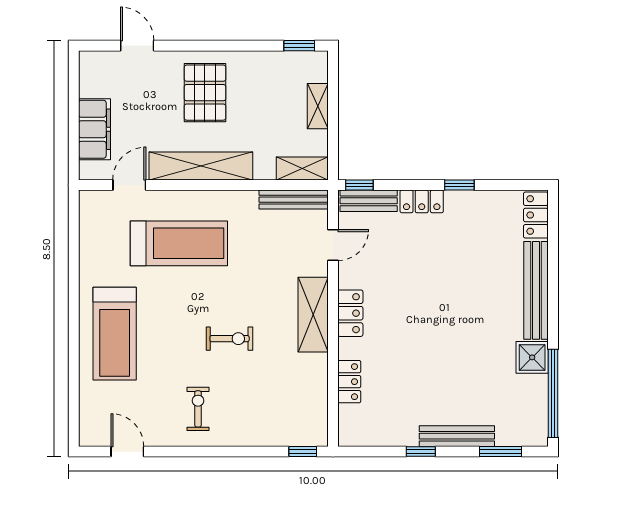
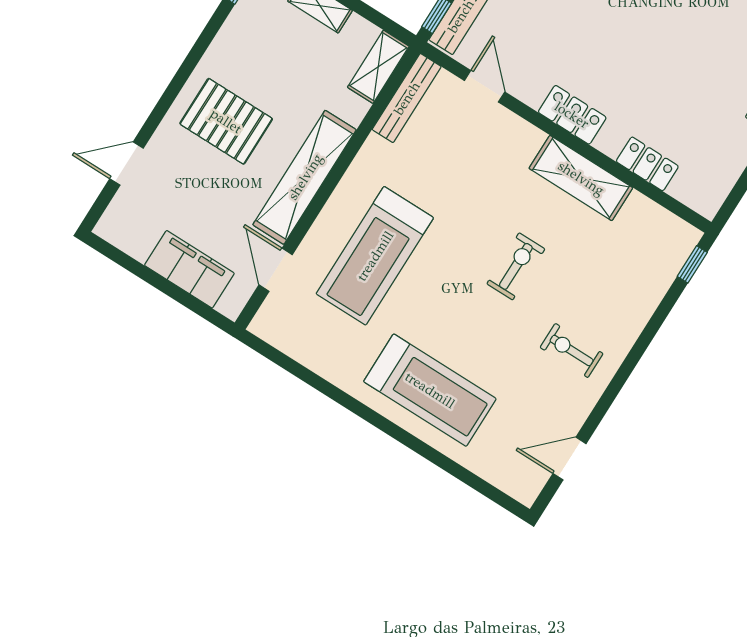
treadmill: (179, 243) -> (375, 256), turned 180
shelving: (313, 315) -> (581, 178), moved

